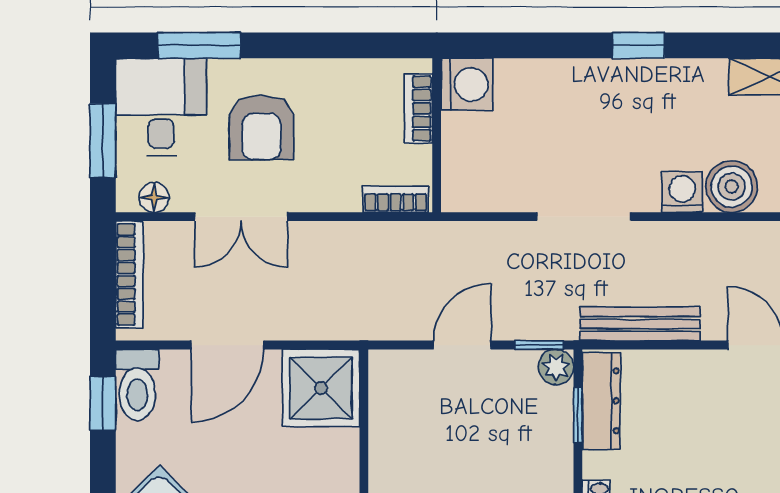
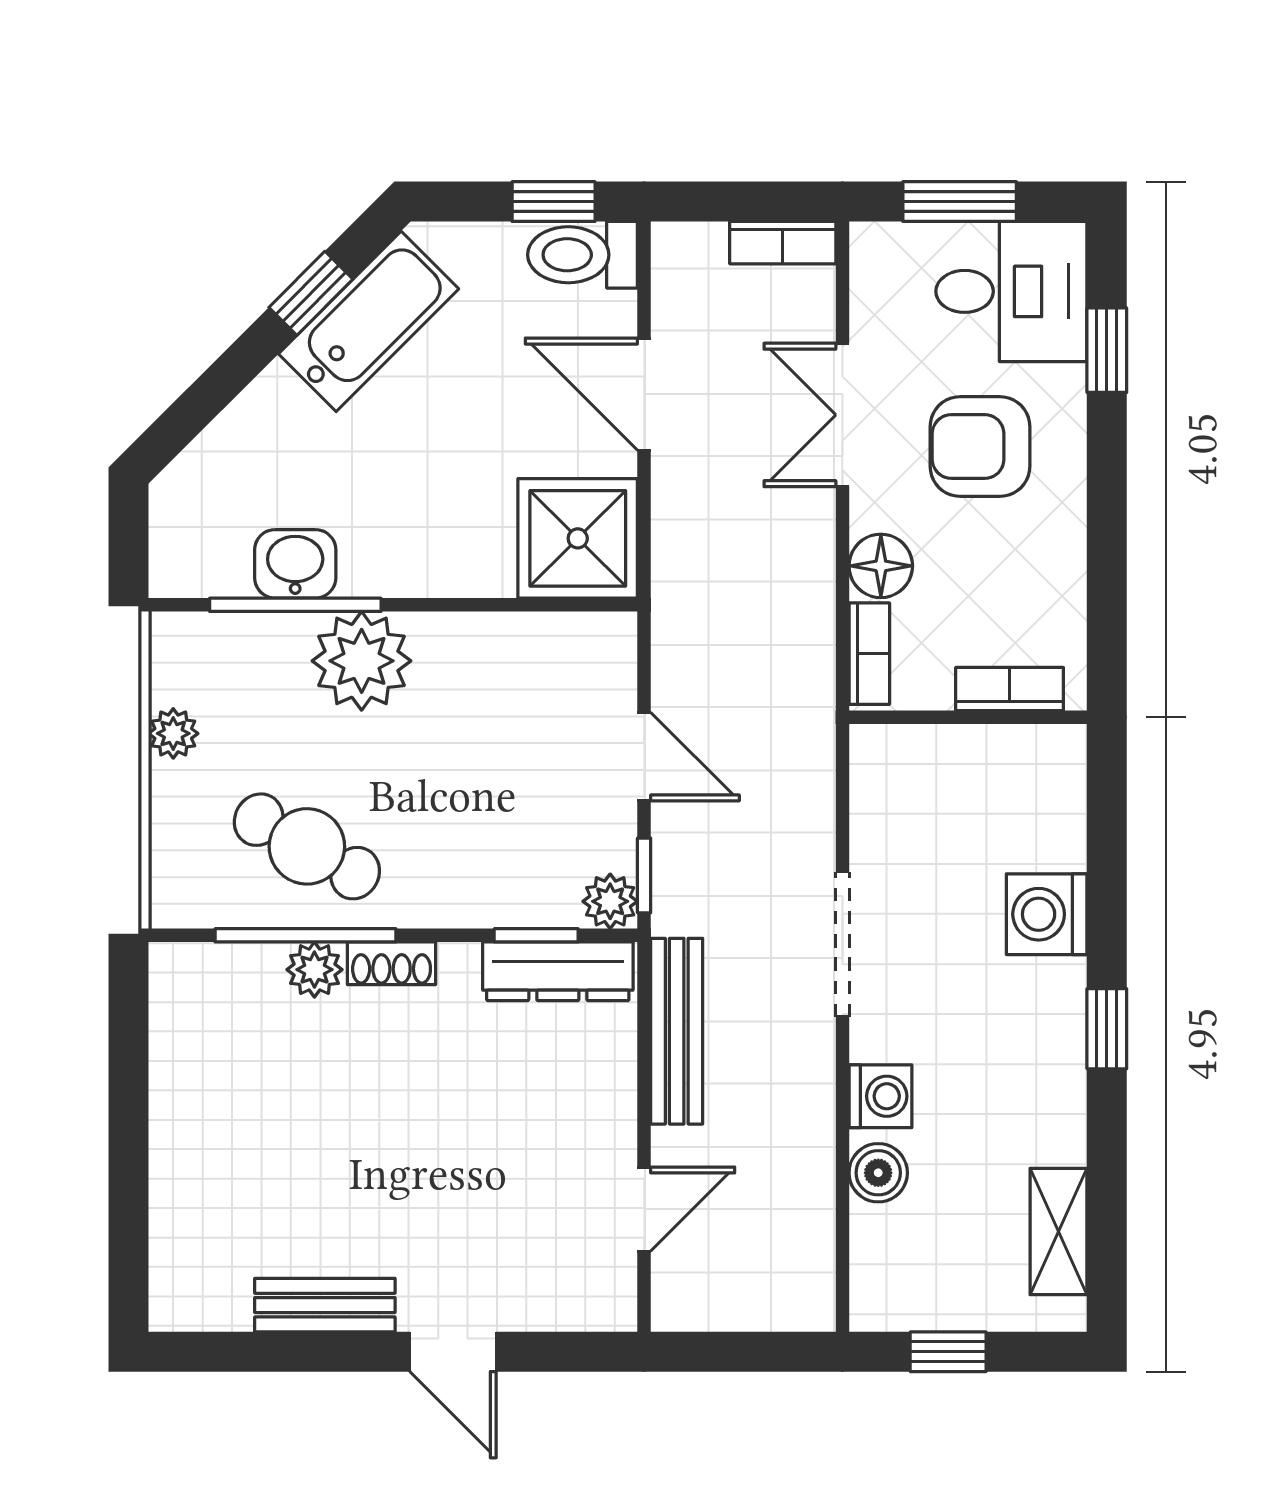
window: (199, 45) -> (1107, 350), width x0.67
washing machine: (467, 84) -> (1047, 914), moved, turned 90
boiler: (732, 187) -> (878, 1173), width x0.73, depth x0.73
floor lamp: (154, 197) -> (881, 566), moved, width x1.37, depth x1.37
bookcase: (129, 275) -> (783, 243), width x0.64

